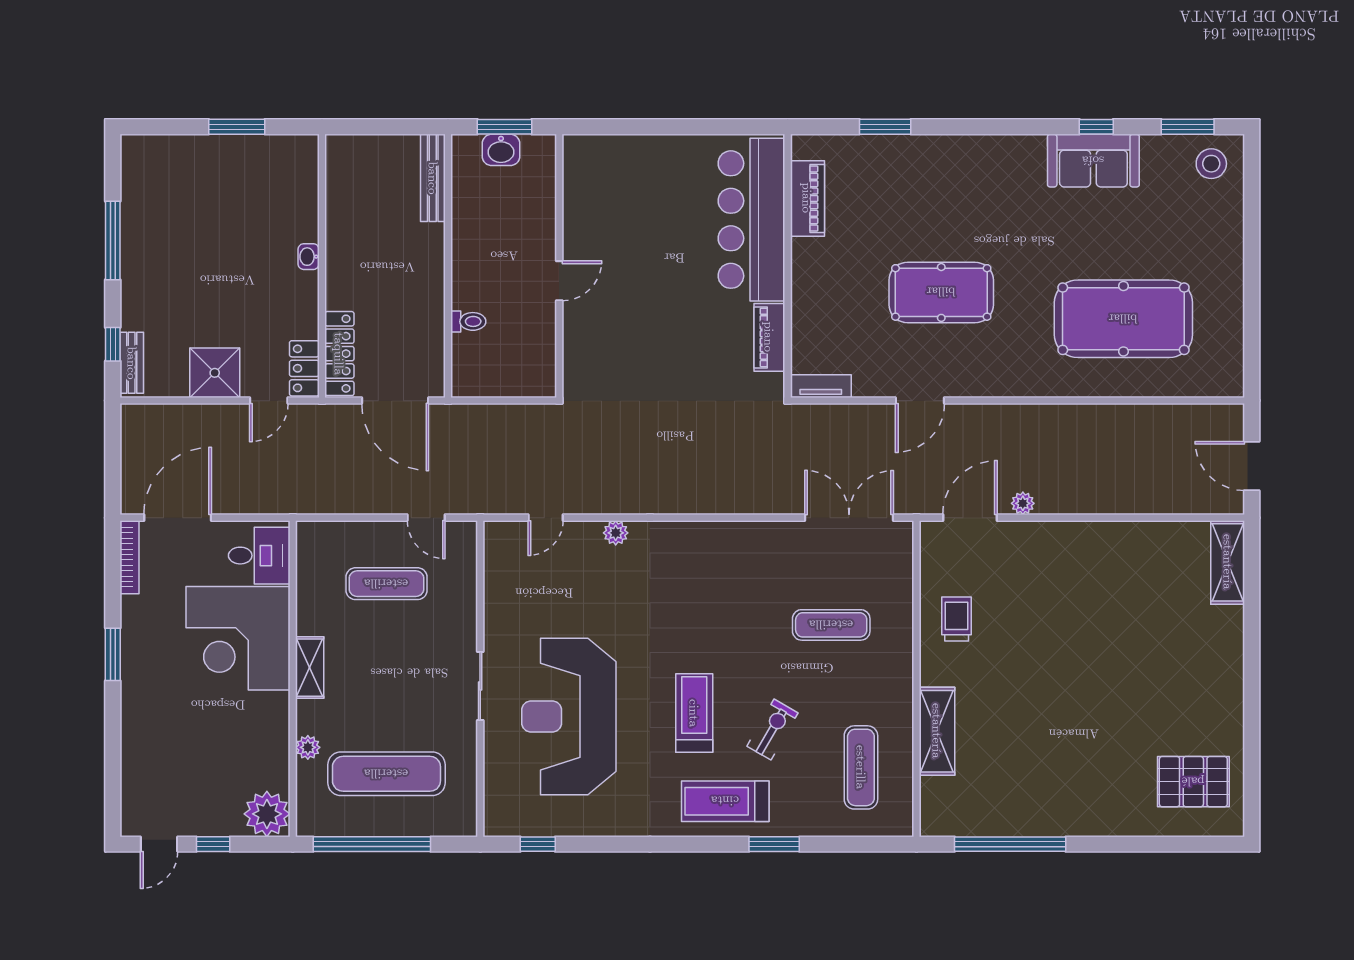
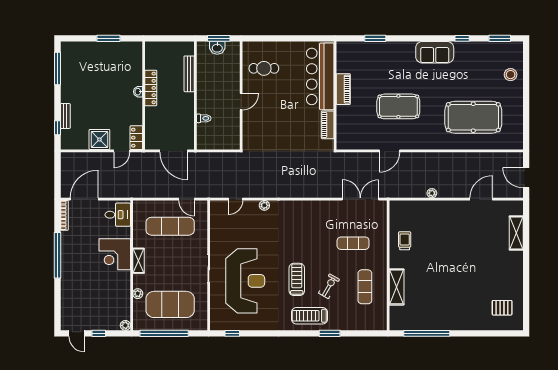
sofa: (1093, 161) -> (435, 52), moved
stool: (1211, 164) -> (511, 75), moved
bench: (433, 178) -> (189, 74), moved
piano: (807, 198) -> (343, 89), moved
cafe table: (615, 200) -> (264, 68), added
window: (113, 241) -> (57, 69), moved
locker: (339, 354) -> (151, 88), moved
bench: (132, 363) -> (65, 116), moved
tv unit: (821, 386) -> (349, 145), removed
door: (970, 518) -> (481, 199), moved
shelving: (1228, 562) -> (516, 233), moved
exercise mat: (386, 584) -> (170, 226), width x1.36, depth x1.45
corner desk: (238, 638) -> (115, 254), width x0.74, depth x0.74
window: (113, 654) -> (57, 255), width x2.11
reception desk: (569, 717) -> (245, 281), turned 180
exercise mat: (861, 767) -> (365, 287), moved
exercise mat: (386, 774) -> (170, 304), width x1.47
pallet: (1193, 782) -> (502, 308), width x0.67, depth x0.71
plant: (267, 814) -> (125, 325), width x0.53, depth x0.53
door: (159, 844) -> (77, 333), hinge flipped

